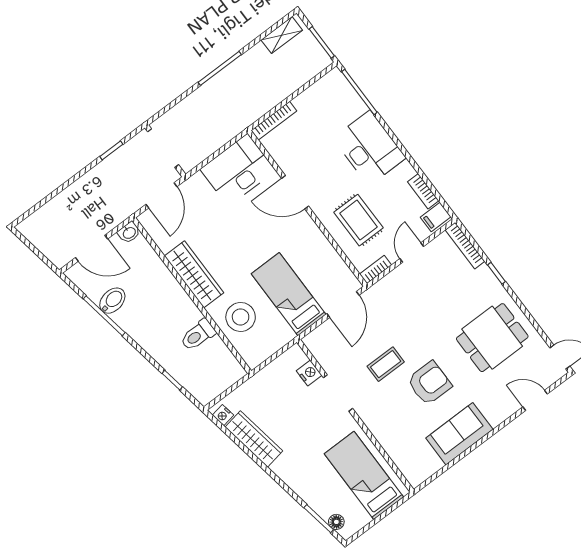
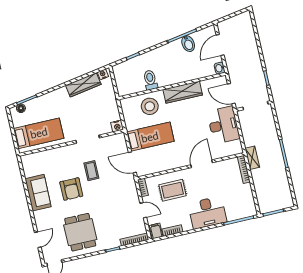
shelving: (282, 35) -> (252, 158), moved
desk: (238, 170) -> (224, 125), moved
nightstand: (309, 373) -> (117, 126), moved

